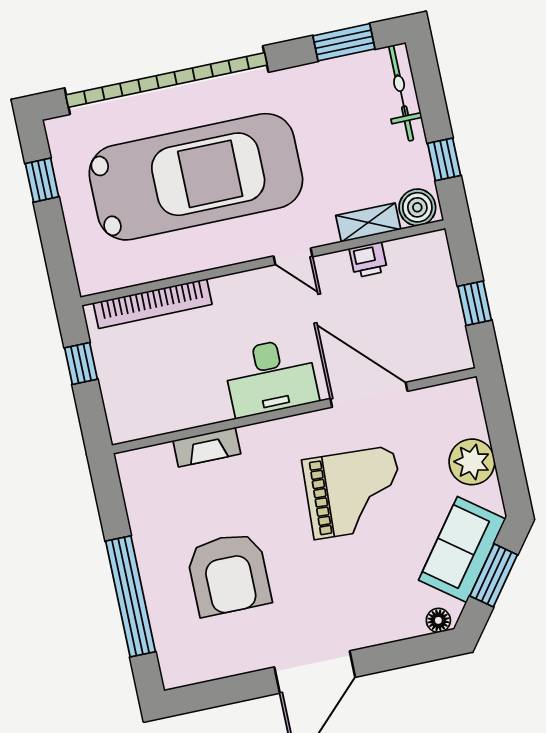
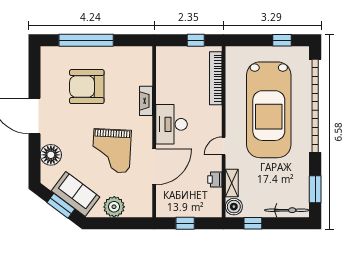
fireplace: (207, 447) -> (146, 101), moved
floor lamp: (438, 620) -> (51, 155), moved, width x1.89, depth x1.89

